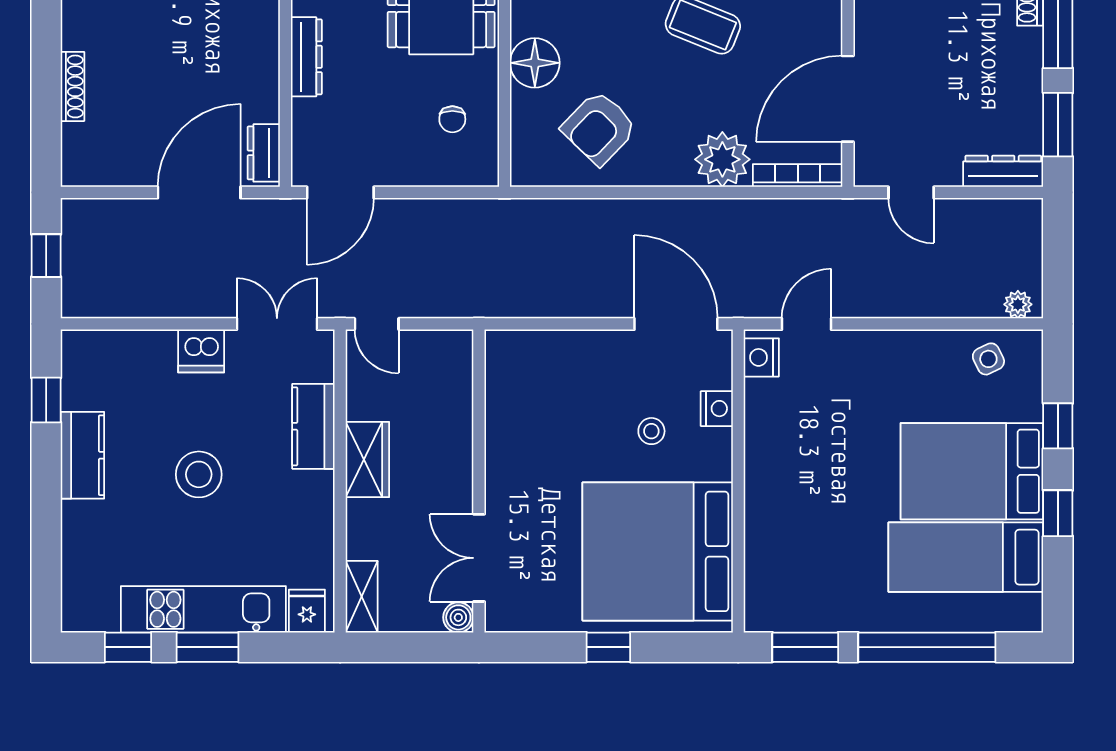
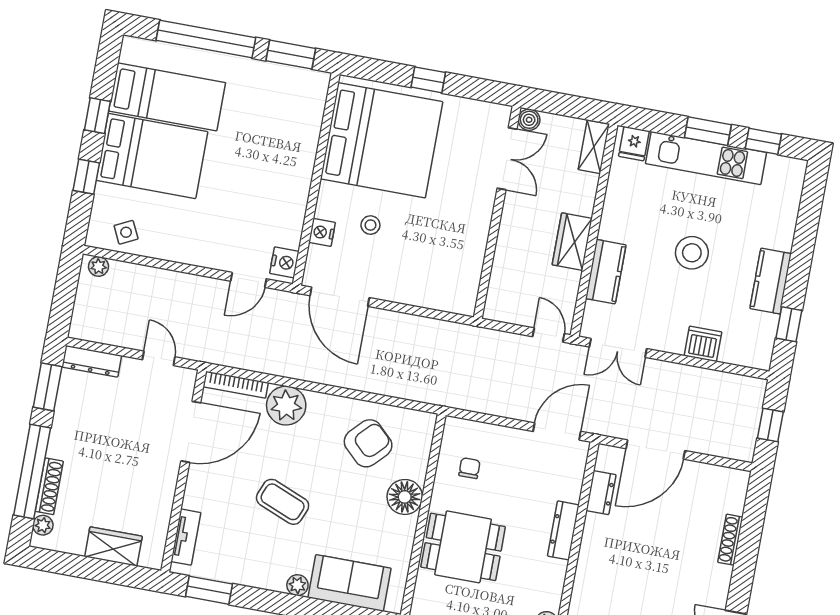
dresser: (264, 153) -> (601, 493), moved
dishwasher: (201, 351) -> (703, 344), moved

